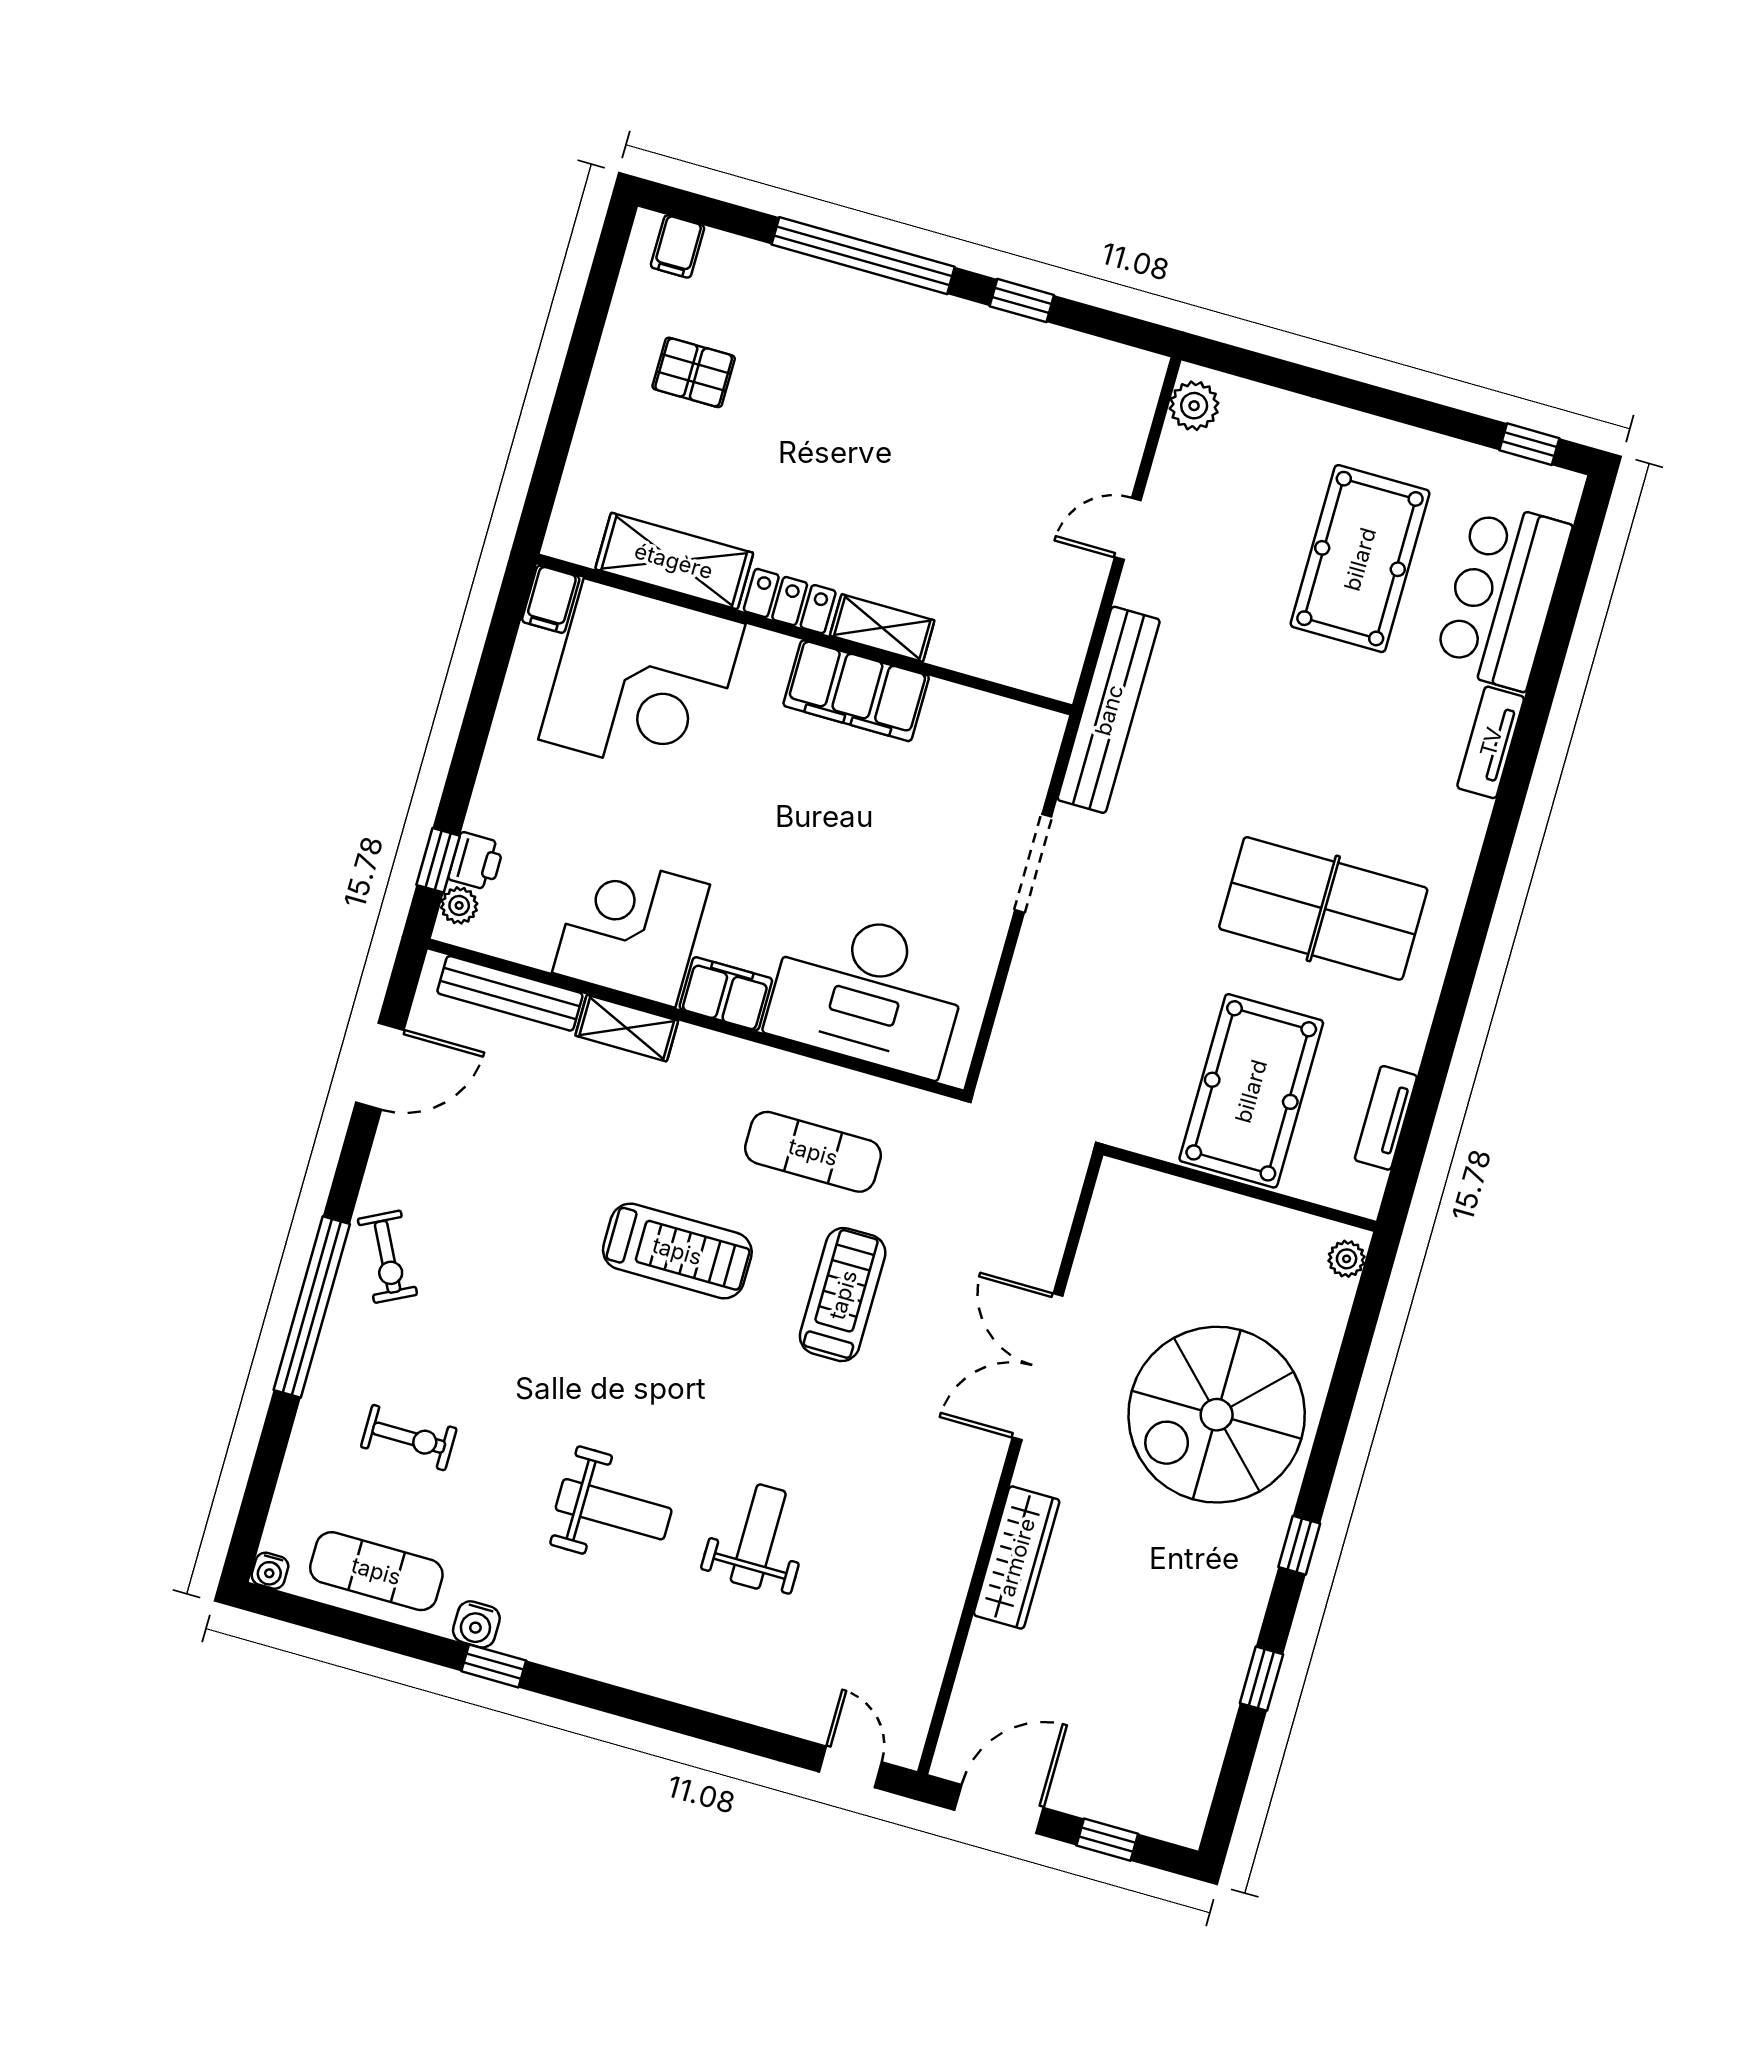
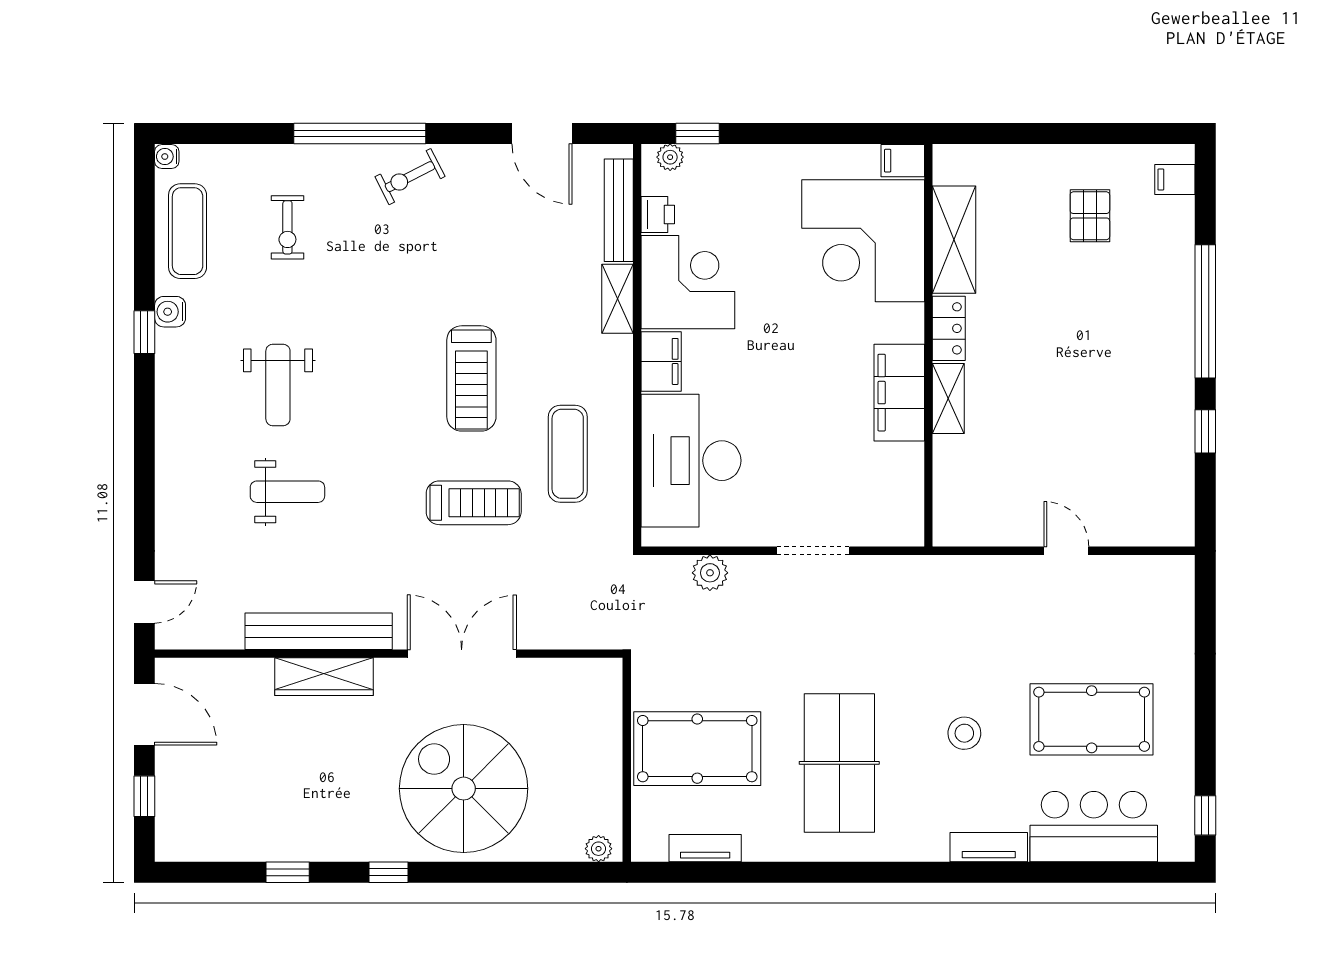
plant: (1194, 406) -> (710, 573), moved
bench: (1109, 710) -> (319, 631), moved
stool: (1331, 732) -> (964, 733), added
printer: (476, 861) -> (658, 215), moved, turned -90

